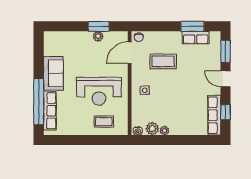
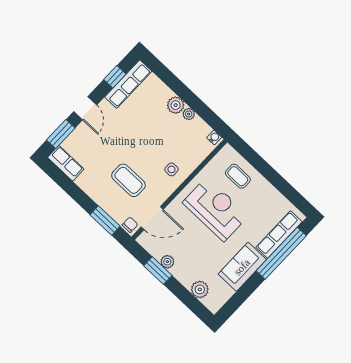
window: (193, 26) -> (105, 220), moved
plant: (65, 38) -> (200, 289), added
row of seats: (196, 38) -> (66, 163), moved
plant: (152, 129) -> (176, 105), moved

